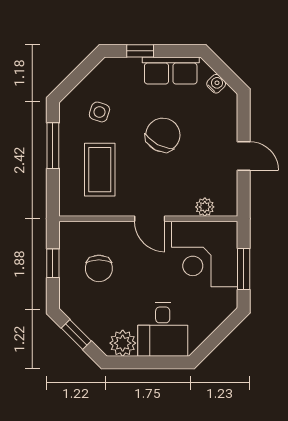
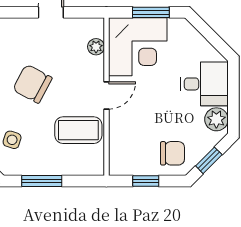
coffee table: (100, 170) -> (78, 130), moved
chair: (99, 268) -> (172, 153), moved

